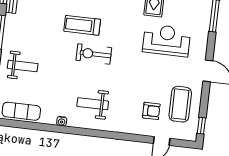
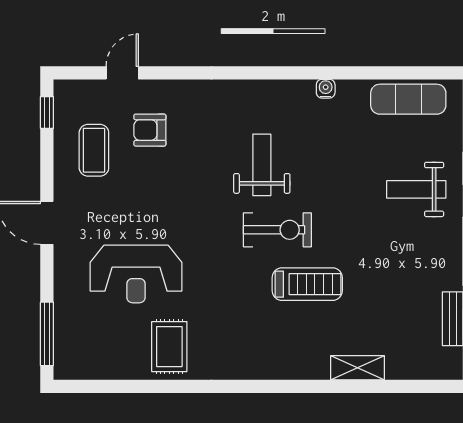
weight bench: (93, 104) -> (262, 165), moved, turned -90
coffee table: (180, 104) -> (94, 150), width x0.73, depth x0.76

